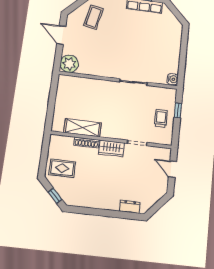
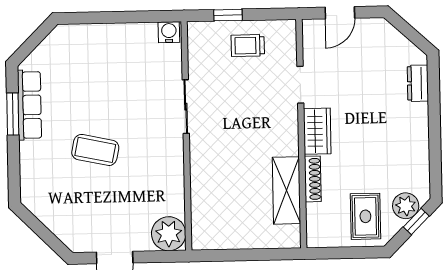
coffee table: (94, 17) -> (95, 150), moved
plant: (64, 191) -> (406, 206), added

